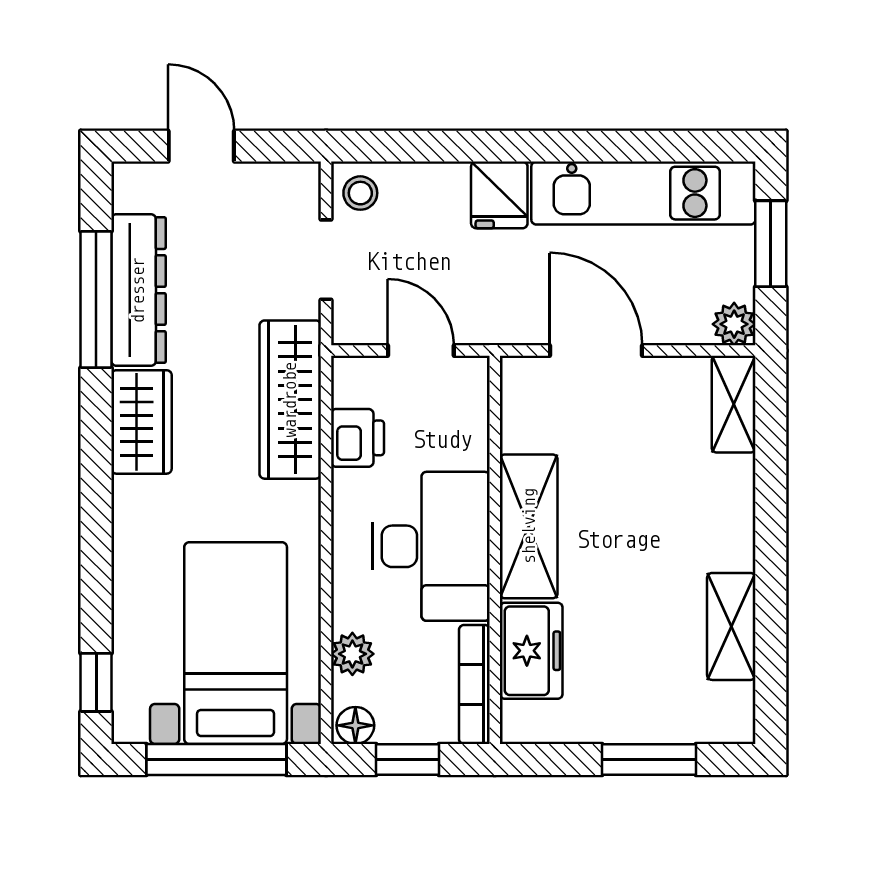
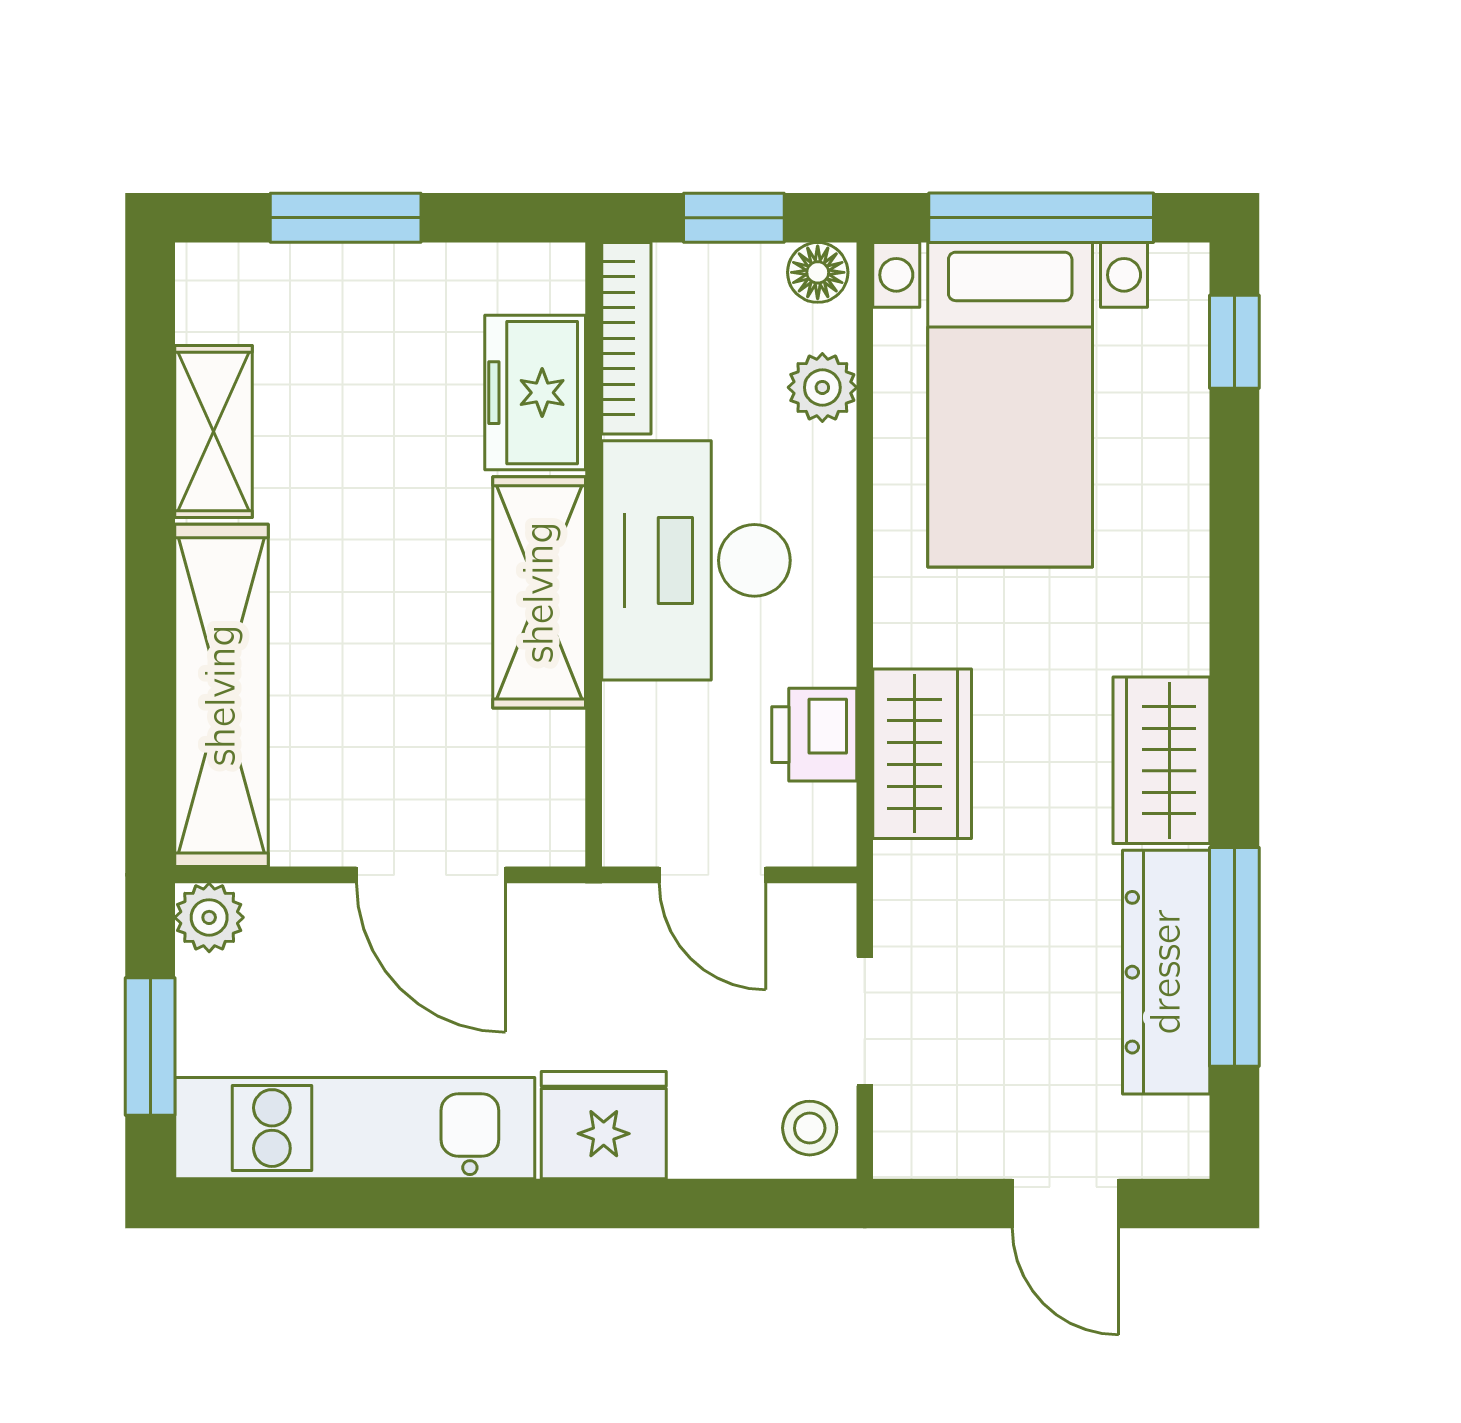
fridge: (499, 195) -> (604, 1125), width x1.38
wardrobe: (290, 400) -> (922, 754), width x0.67
shelving: (734, 404) -> (221, 695), width x2.20, depth x1.33

